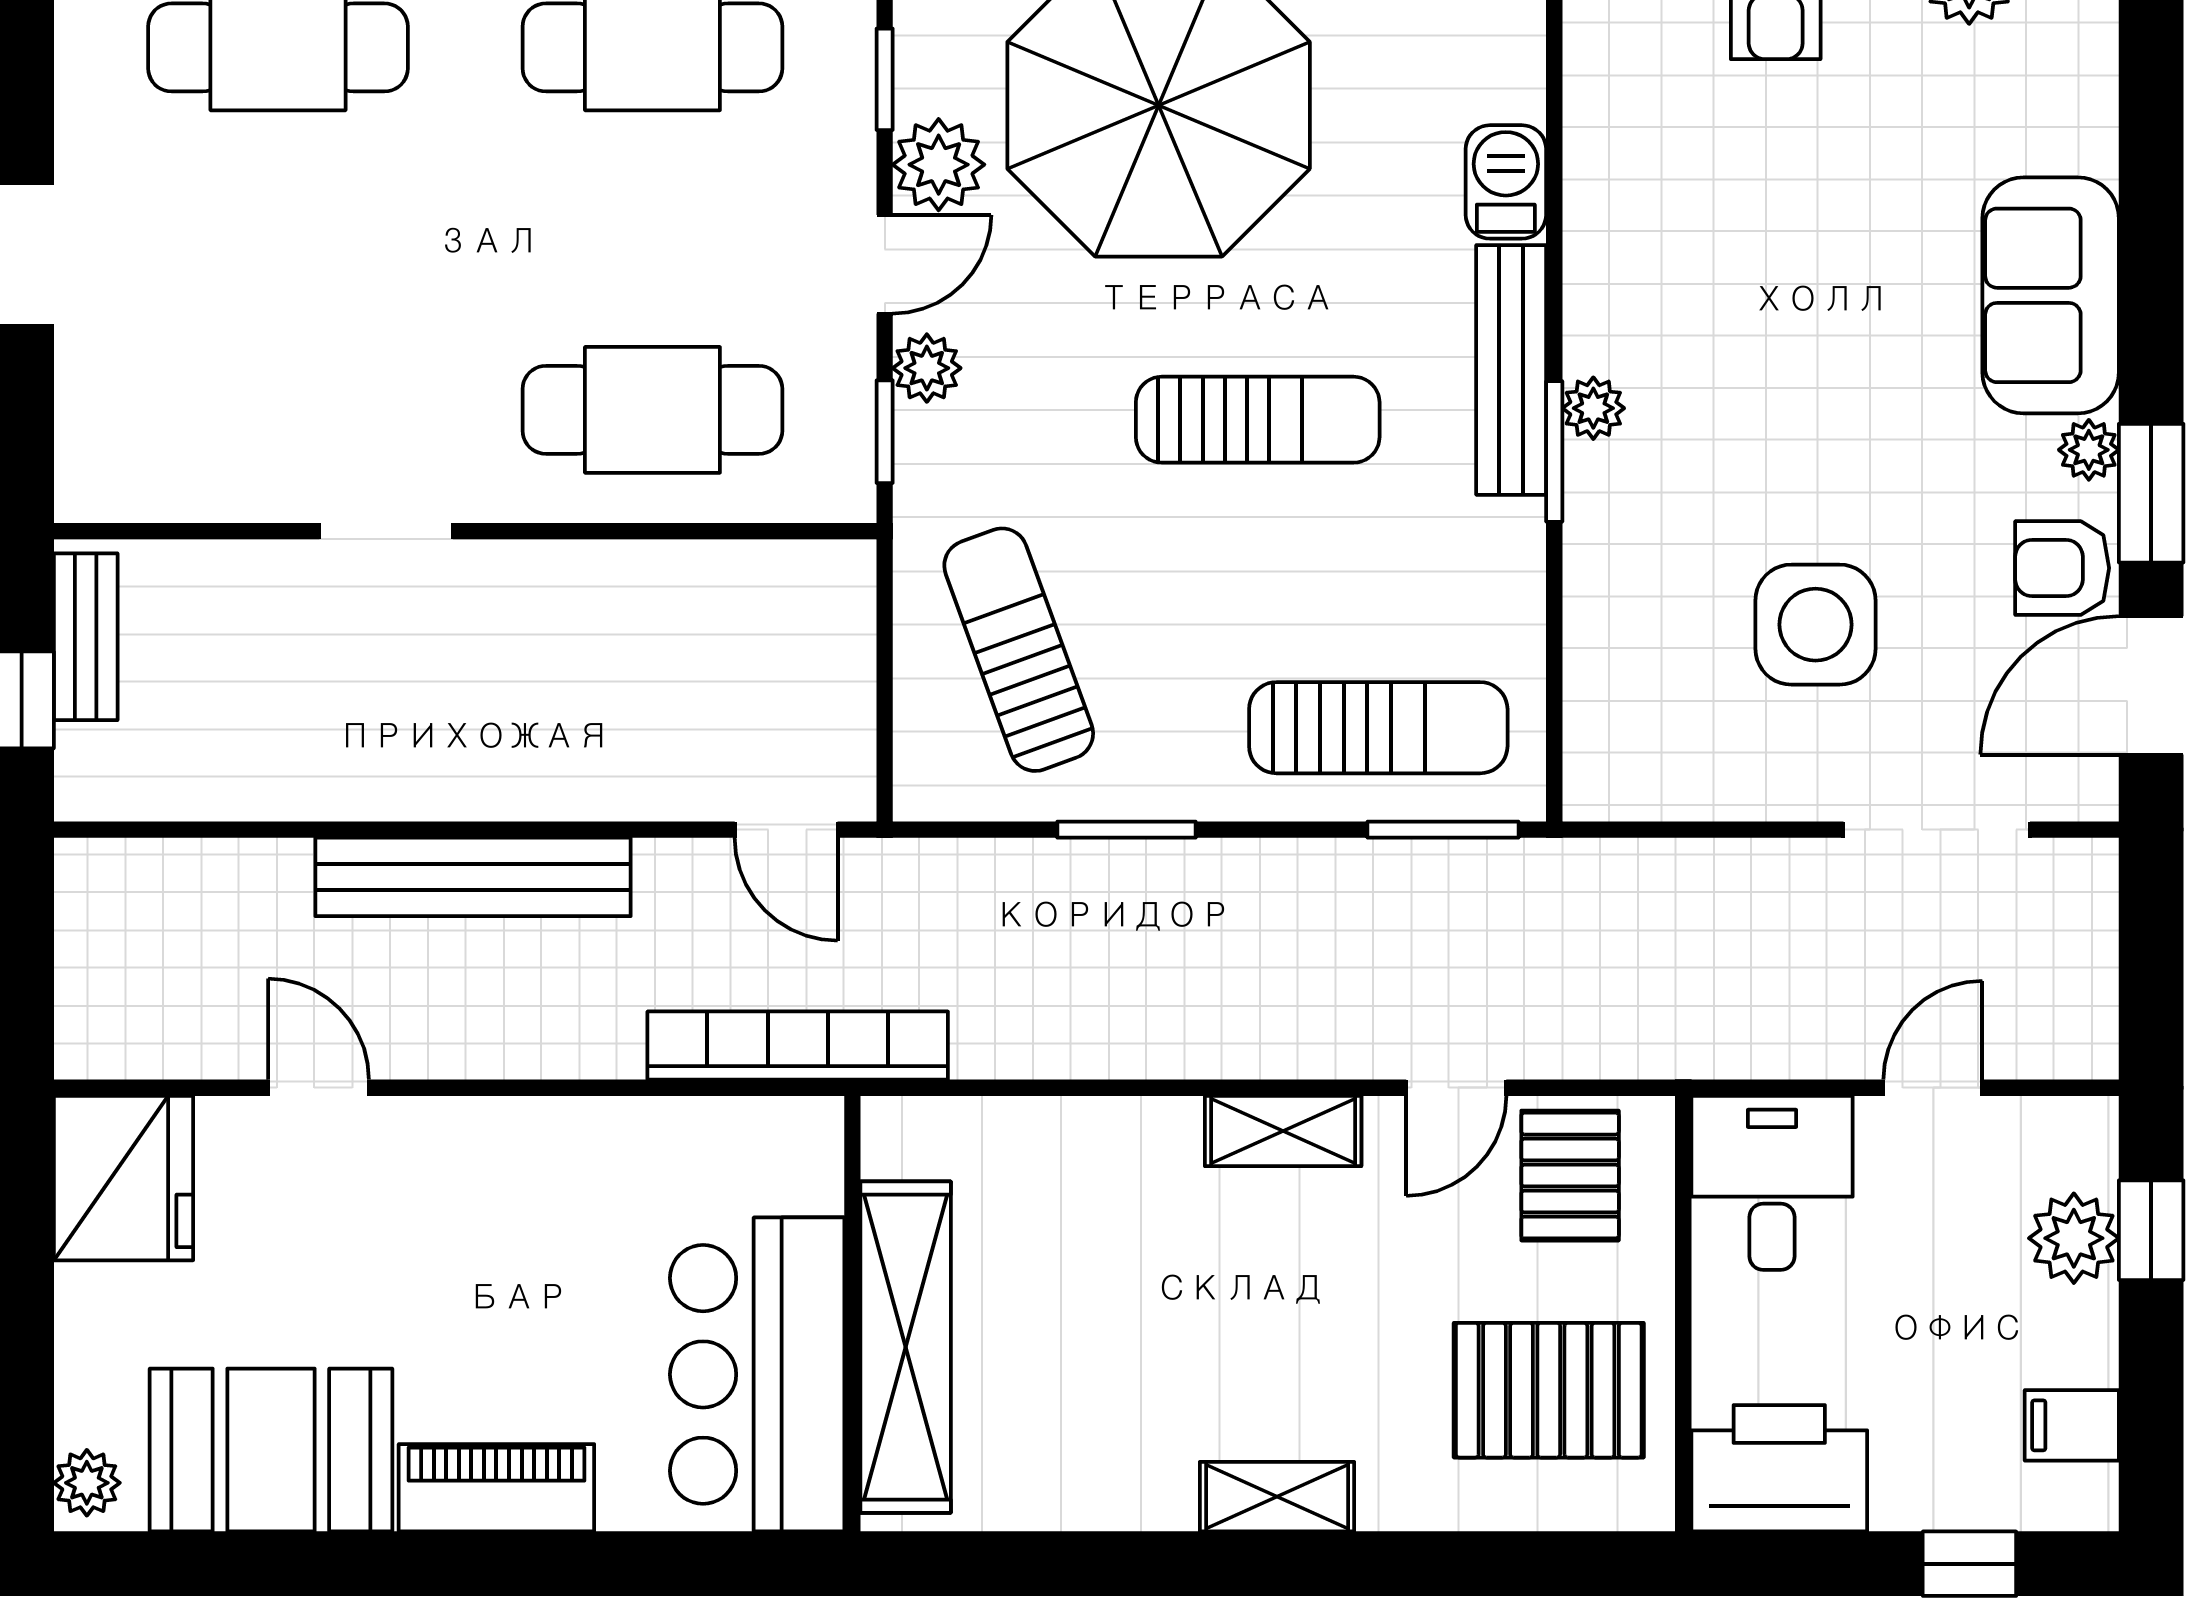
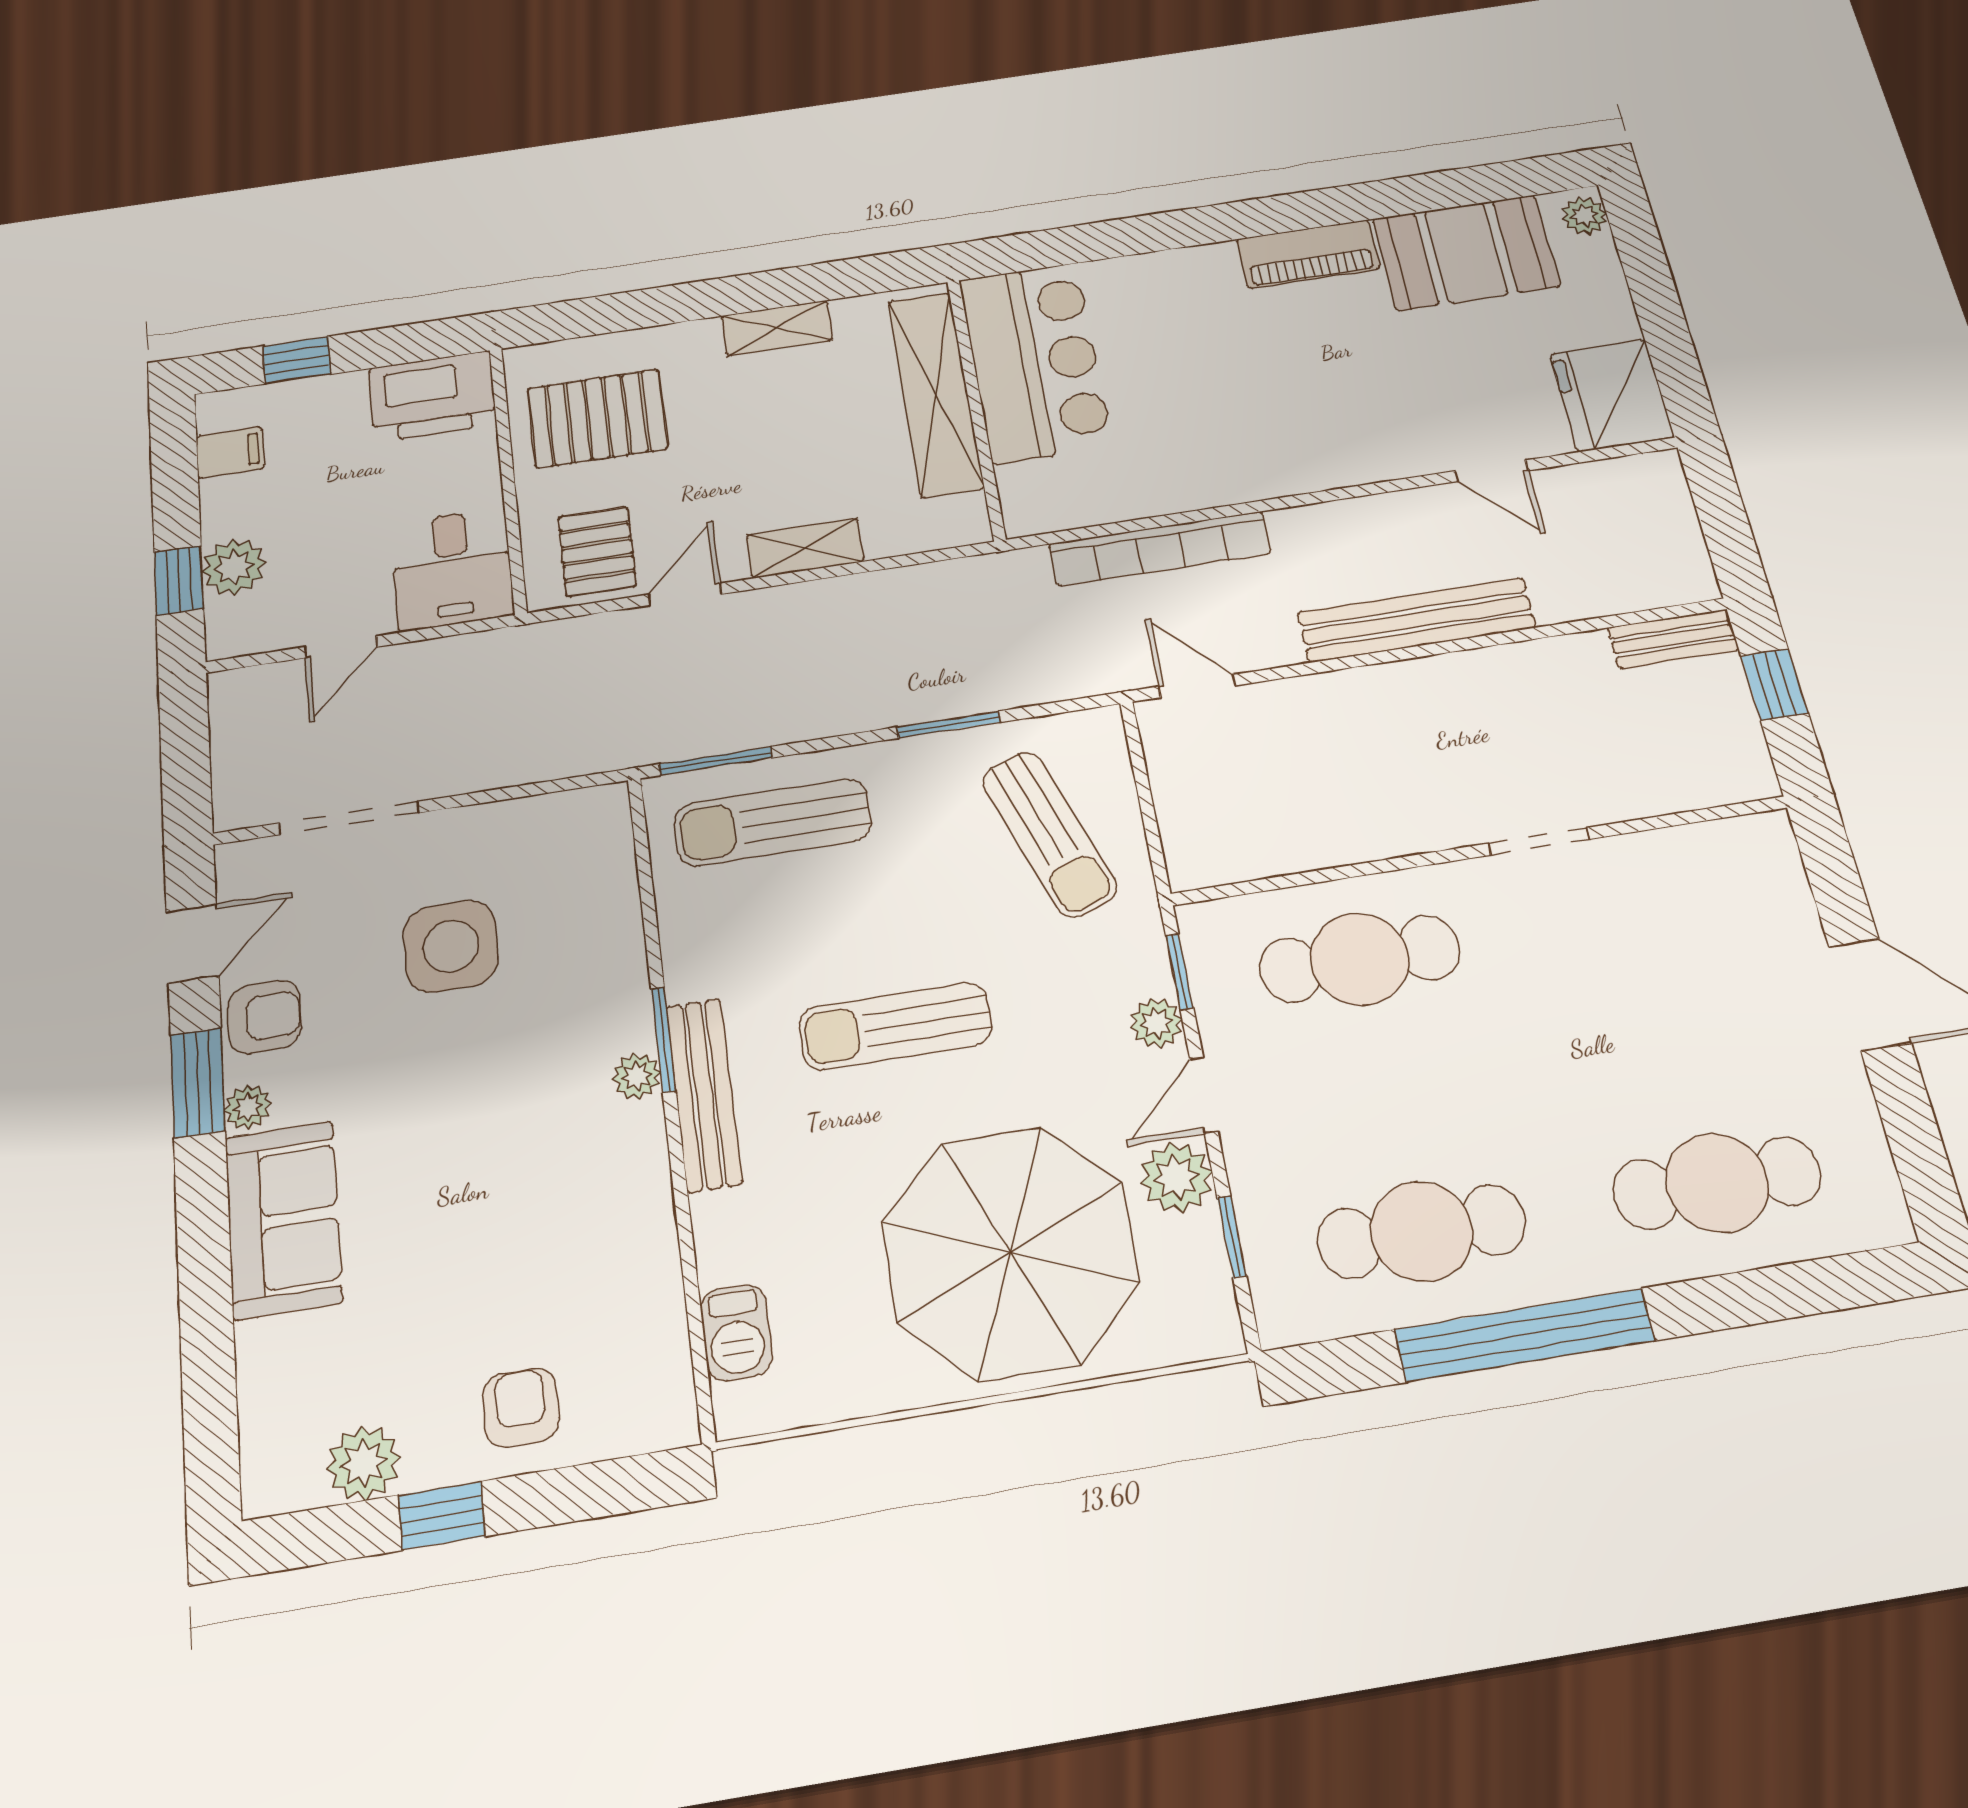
barbecue: (1506, 182) -> (736, 1333), moved
bench: (86, 637) -> (1673, 639), moved, turned 90
door: (2151, 685) -> (192, 944), width x0.73
wall: (852, 1314) -> (976, 408), moved
shelving: (906, 1347) -> (936, 394), moved
bar counter: (757, 1374) -> (1035, 362), moved

